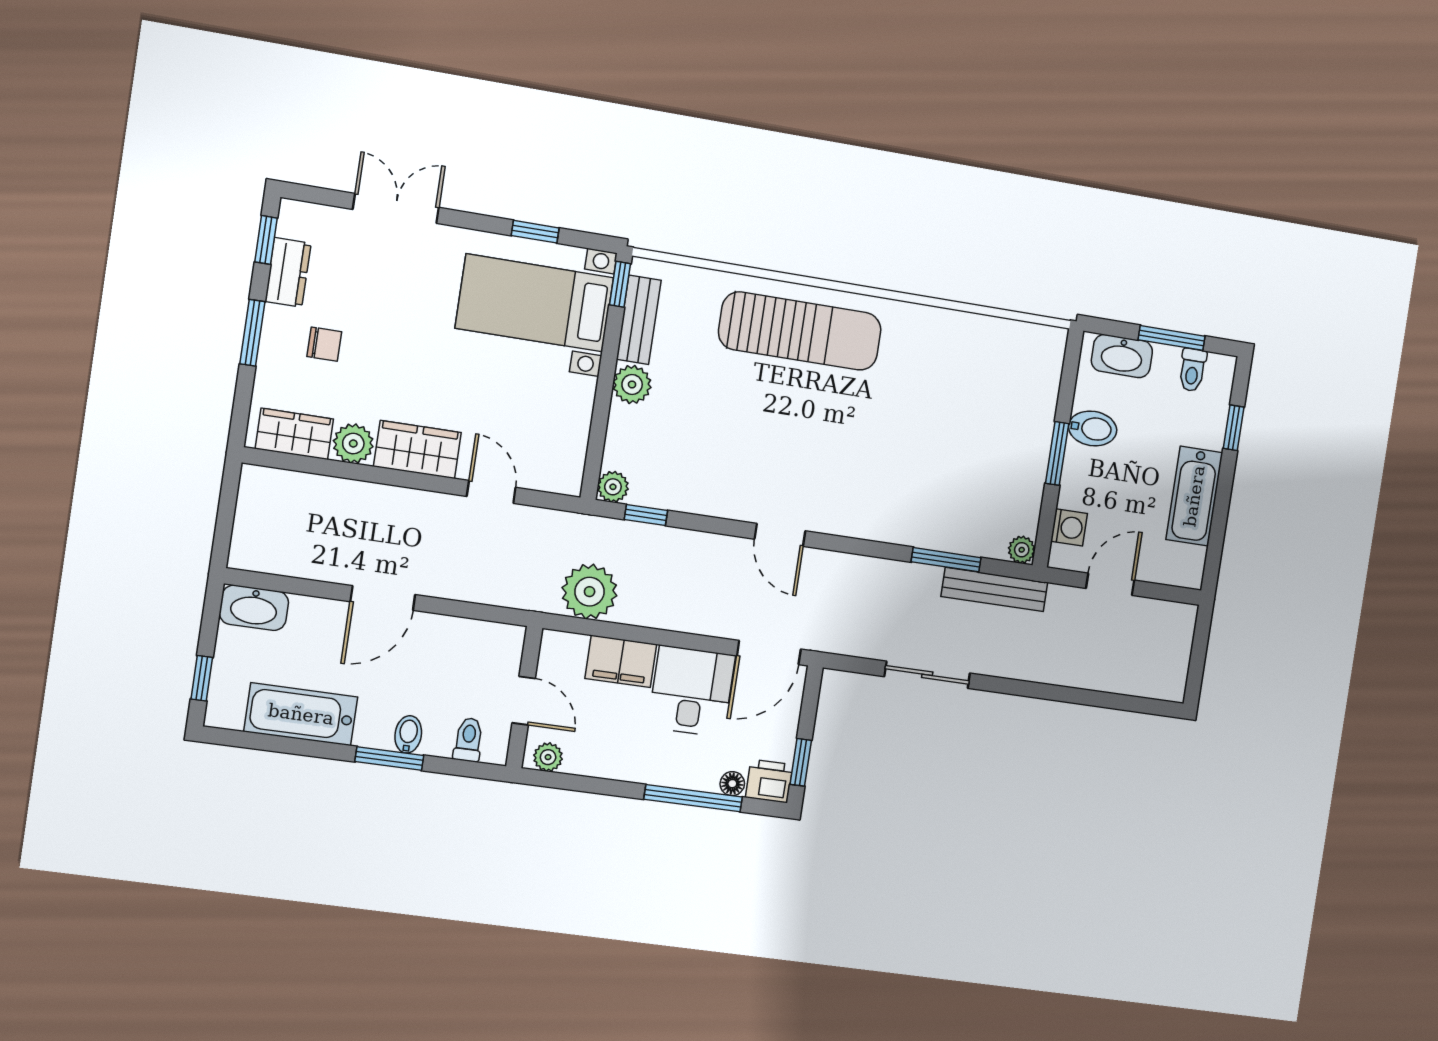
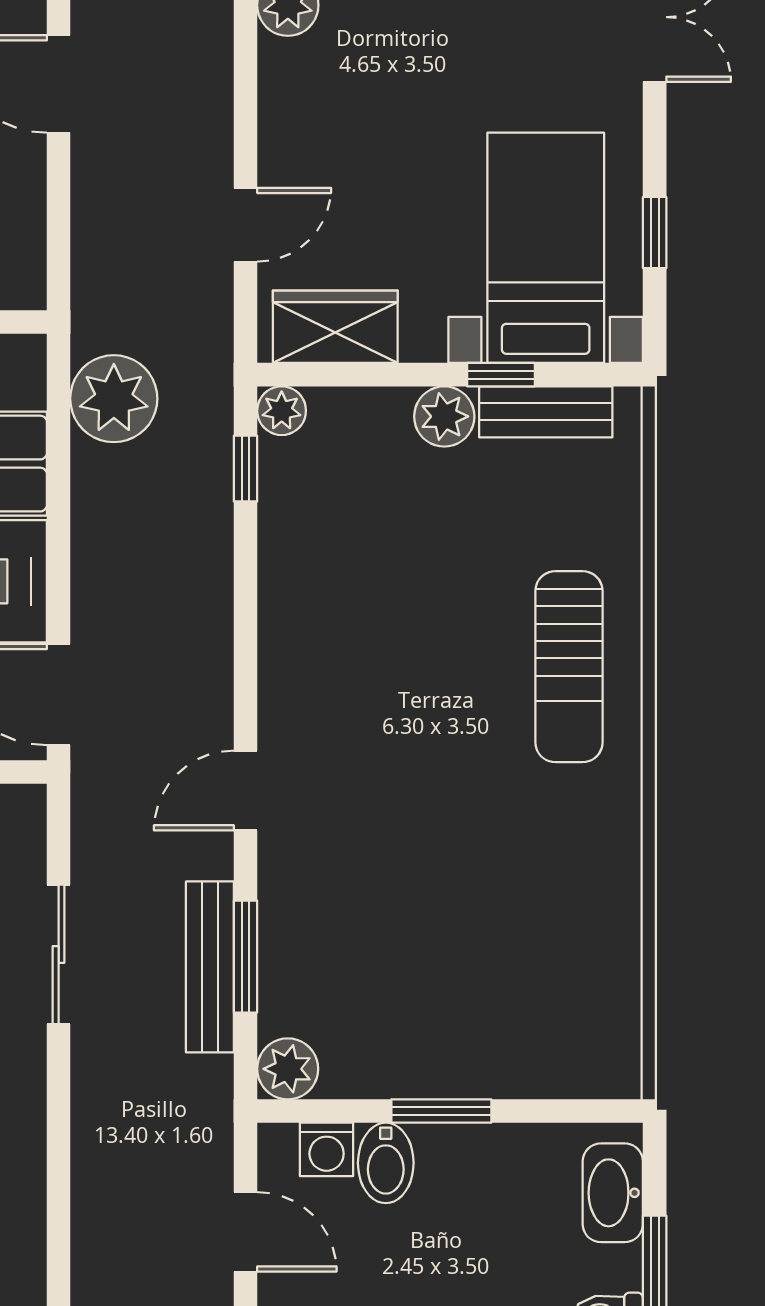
window: (620, 284) -> (501, 375), moved
sun lounger: (800, 331) -> (569, 667), width x0.73, depth x0.75
bidet: (1093, 428) -> (386, 1163), moved
wardrobe: (417, 450) -> (335, 327), moved, turned -90
door: (780, 535) -> (246, 790), moved
plant: (1022, 550) -> (288, 1069), width x1.38, depth x1.38
bench: (994, 589) -> (210, 967), moved

